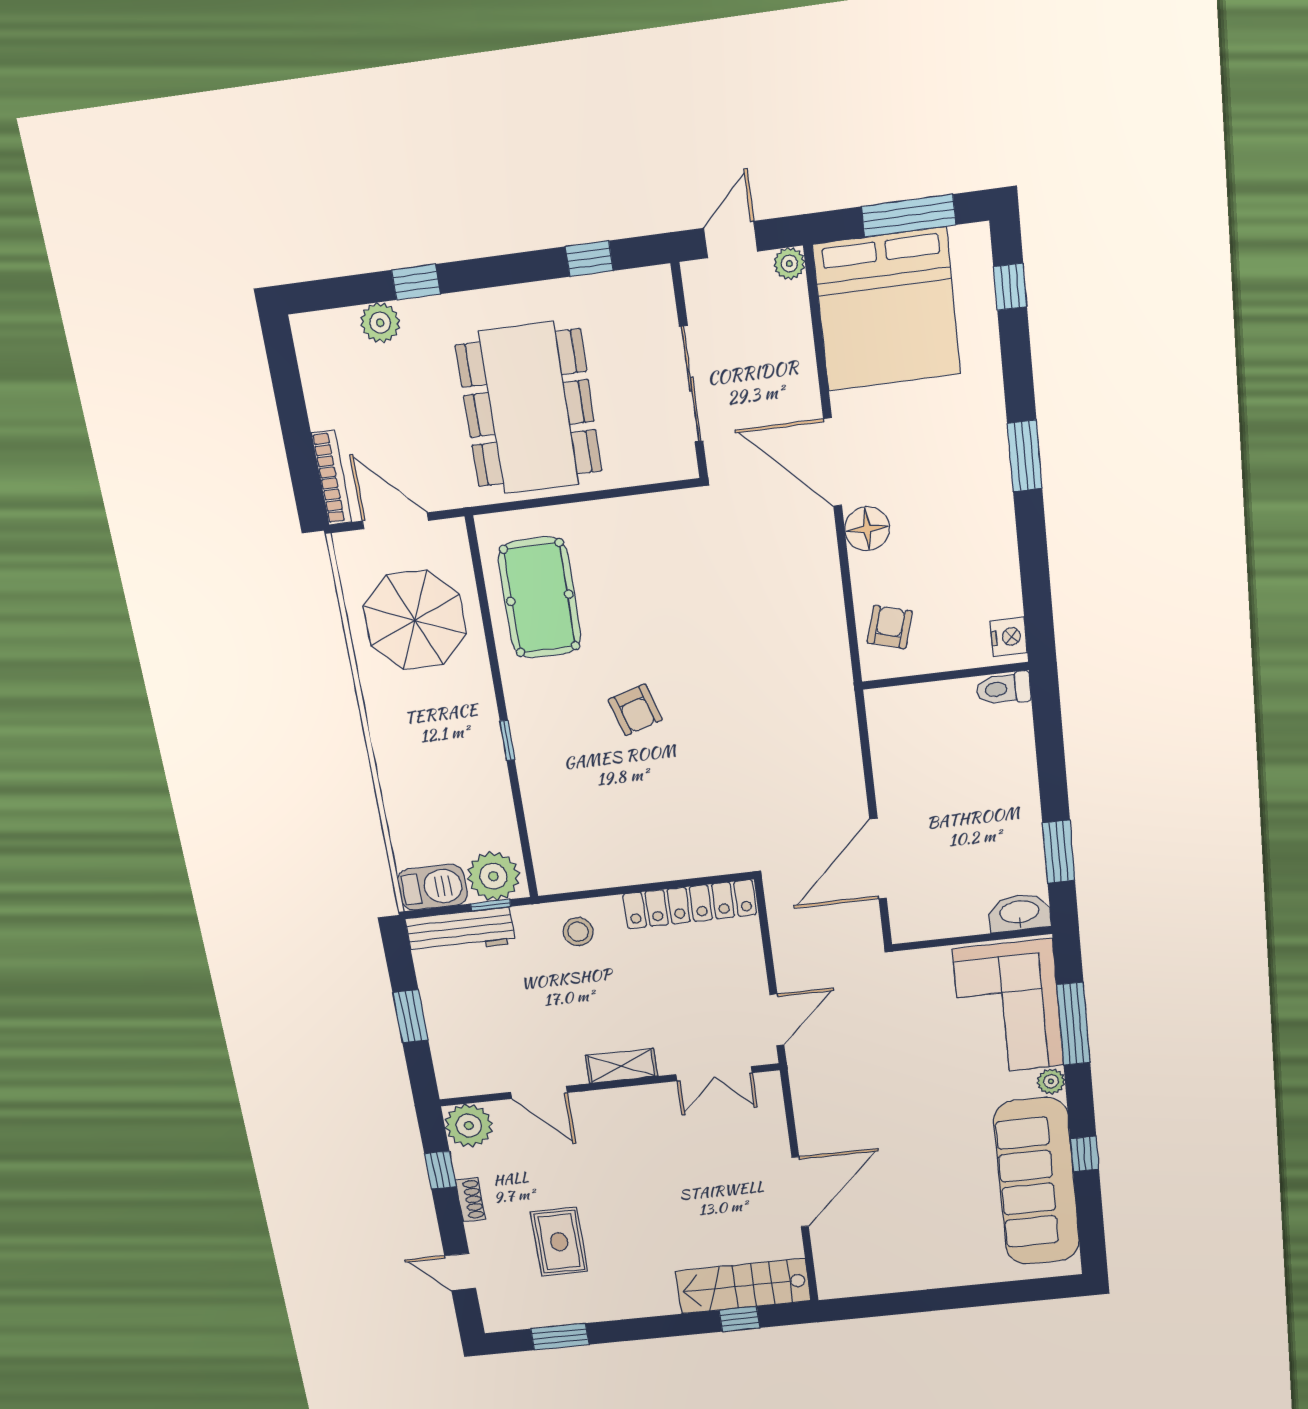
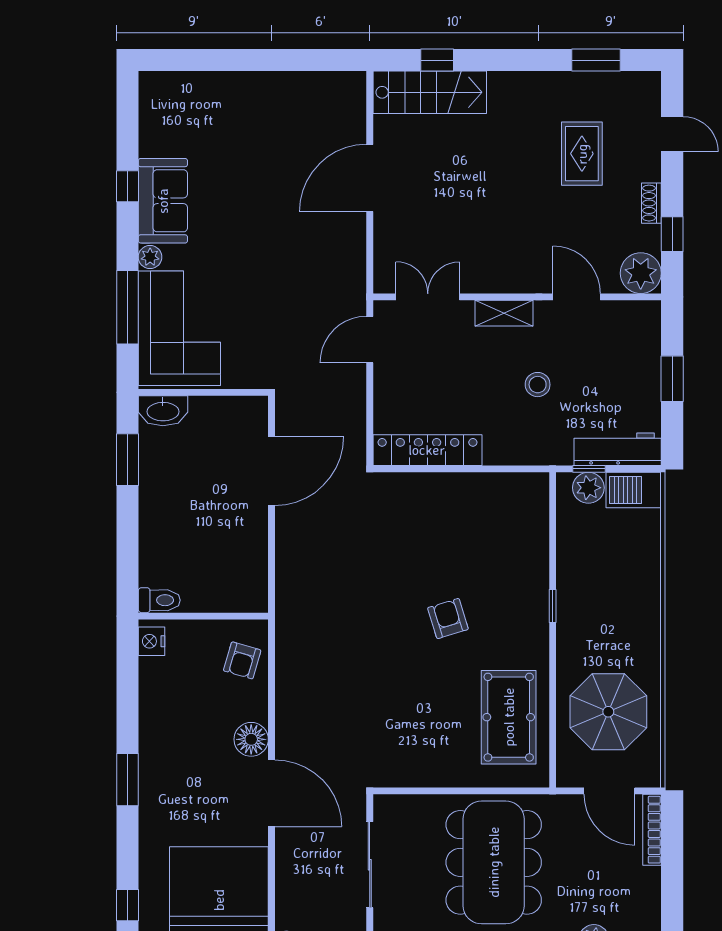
plant: (493, 876) -> (588, 488), width x0.73, depth x0.73
stool: (578, 932) -> (538, 385), moved
sofa: (1037, 1182) -> (163, 201), width x0.54, depth x0.79

